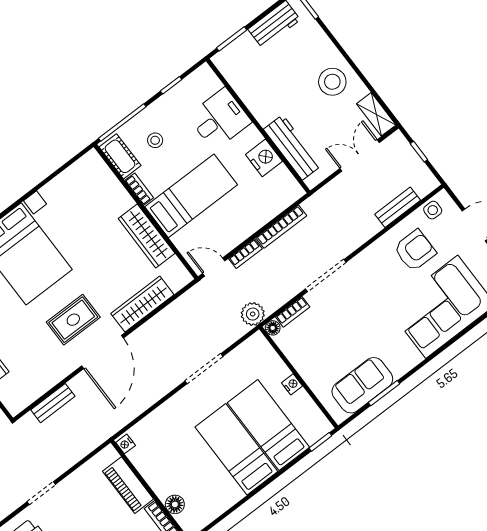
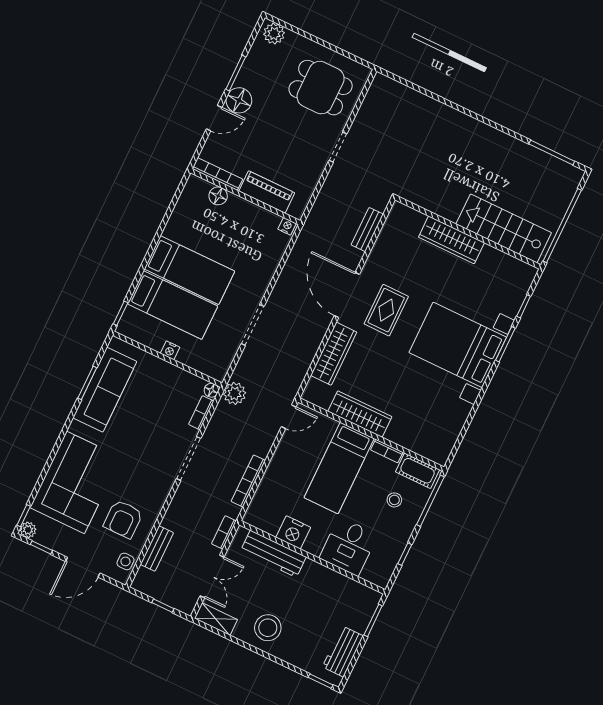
bookcase: (245, 254) -> (224, 532), moved
sofa: (362, 385) -> (105, 390), width x1.36

